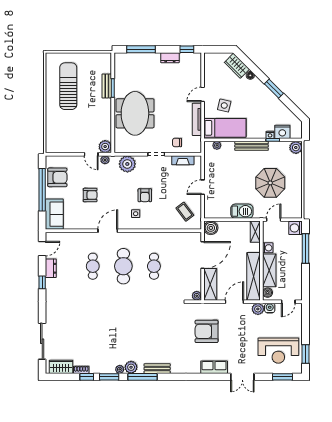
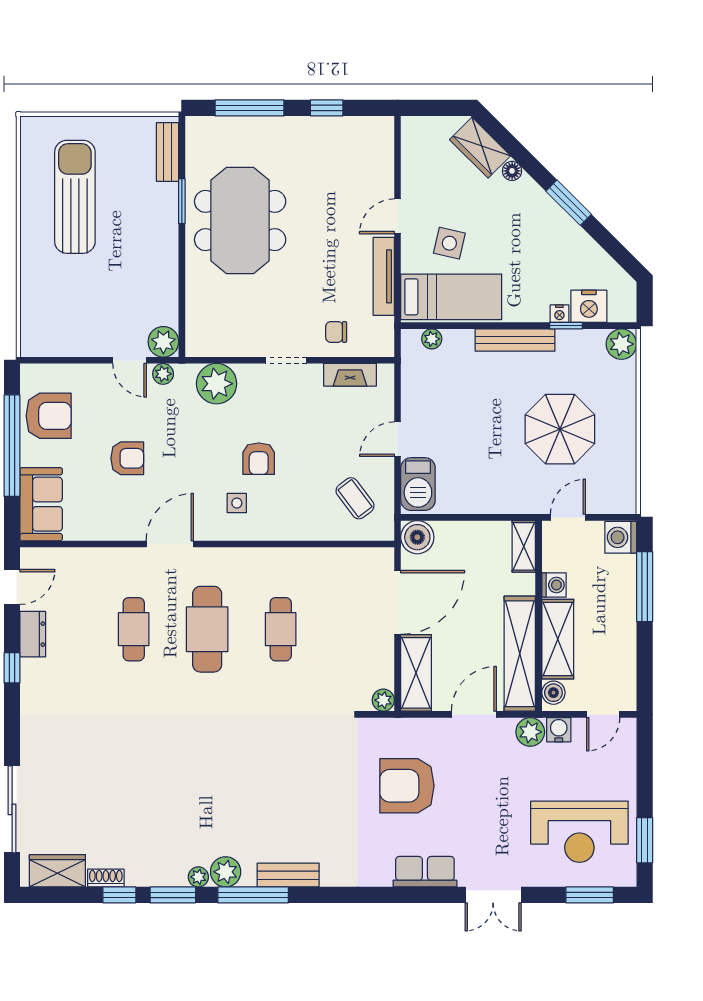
window: (187, 49) -> (327, 108), moved
dresser: (170, 58) -> (319, 128), removed
bench: (107, 86) -> (167, 152), moved
meeting table: (135, 113) -> (240, 221), moved
barbecue: (242, 211) -> (418, 484), moved, turned 90

